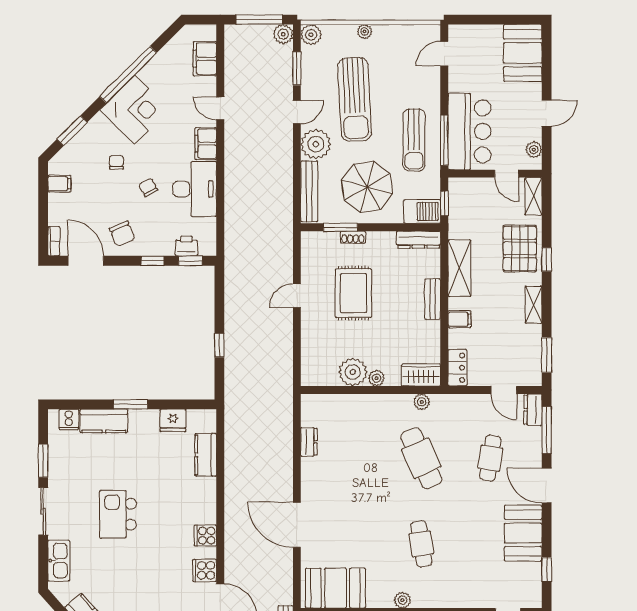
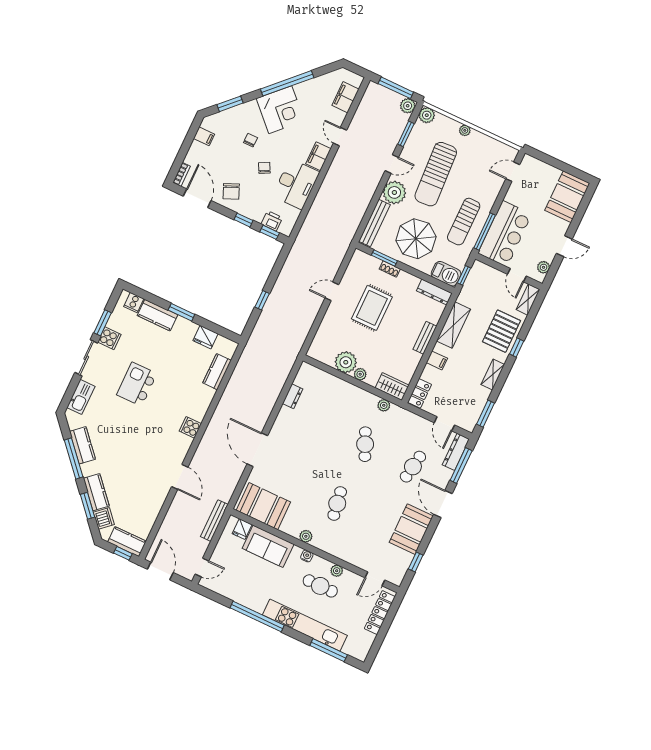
dresser: (533, 410) -> (456, 452), width x1.44
cafe table: (421, 458) -> (365, 444), width x0.73, depth x0.74
cooker: (205, 570) -> (109, 338), moved, turned 180

